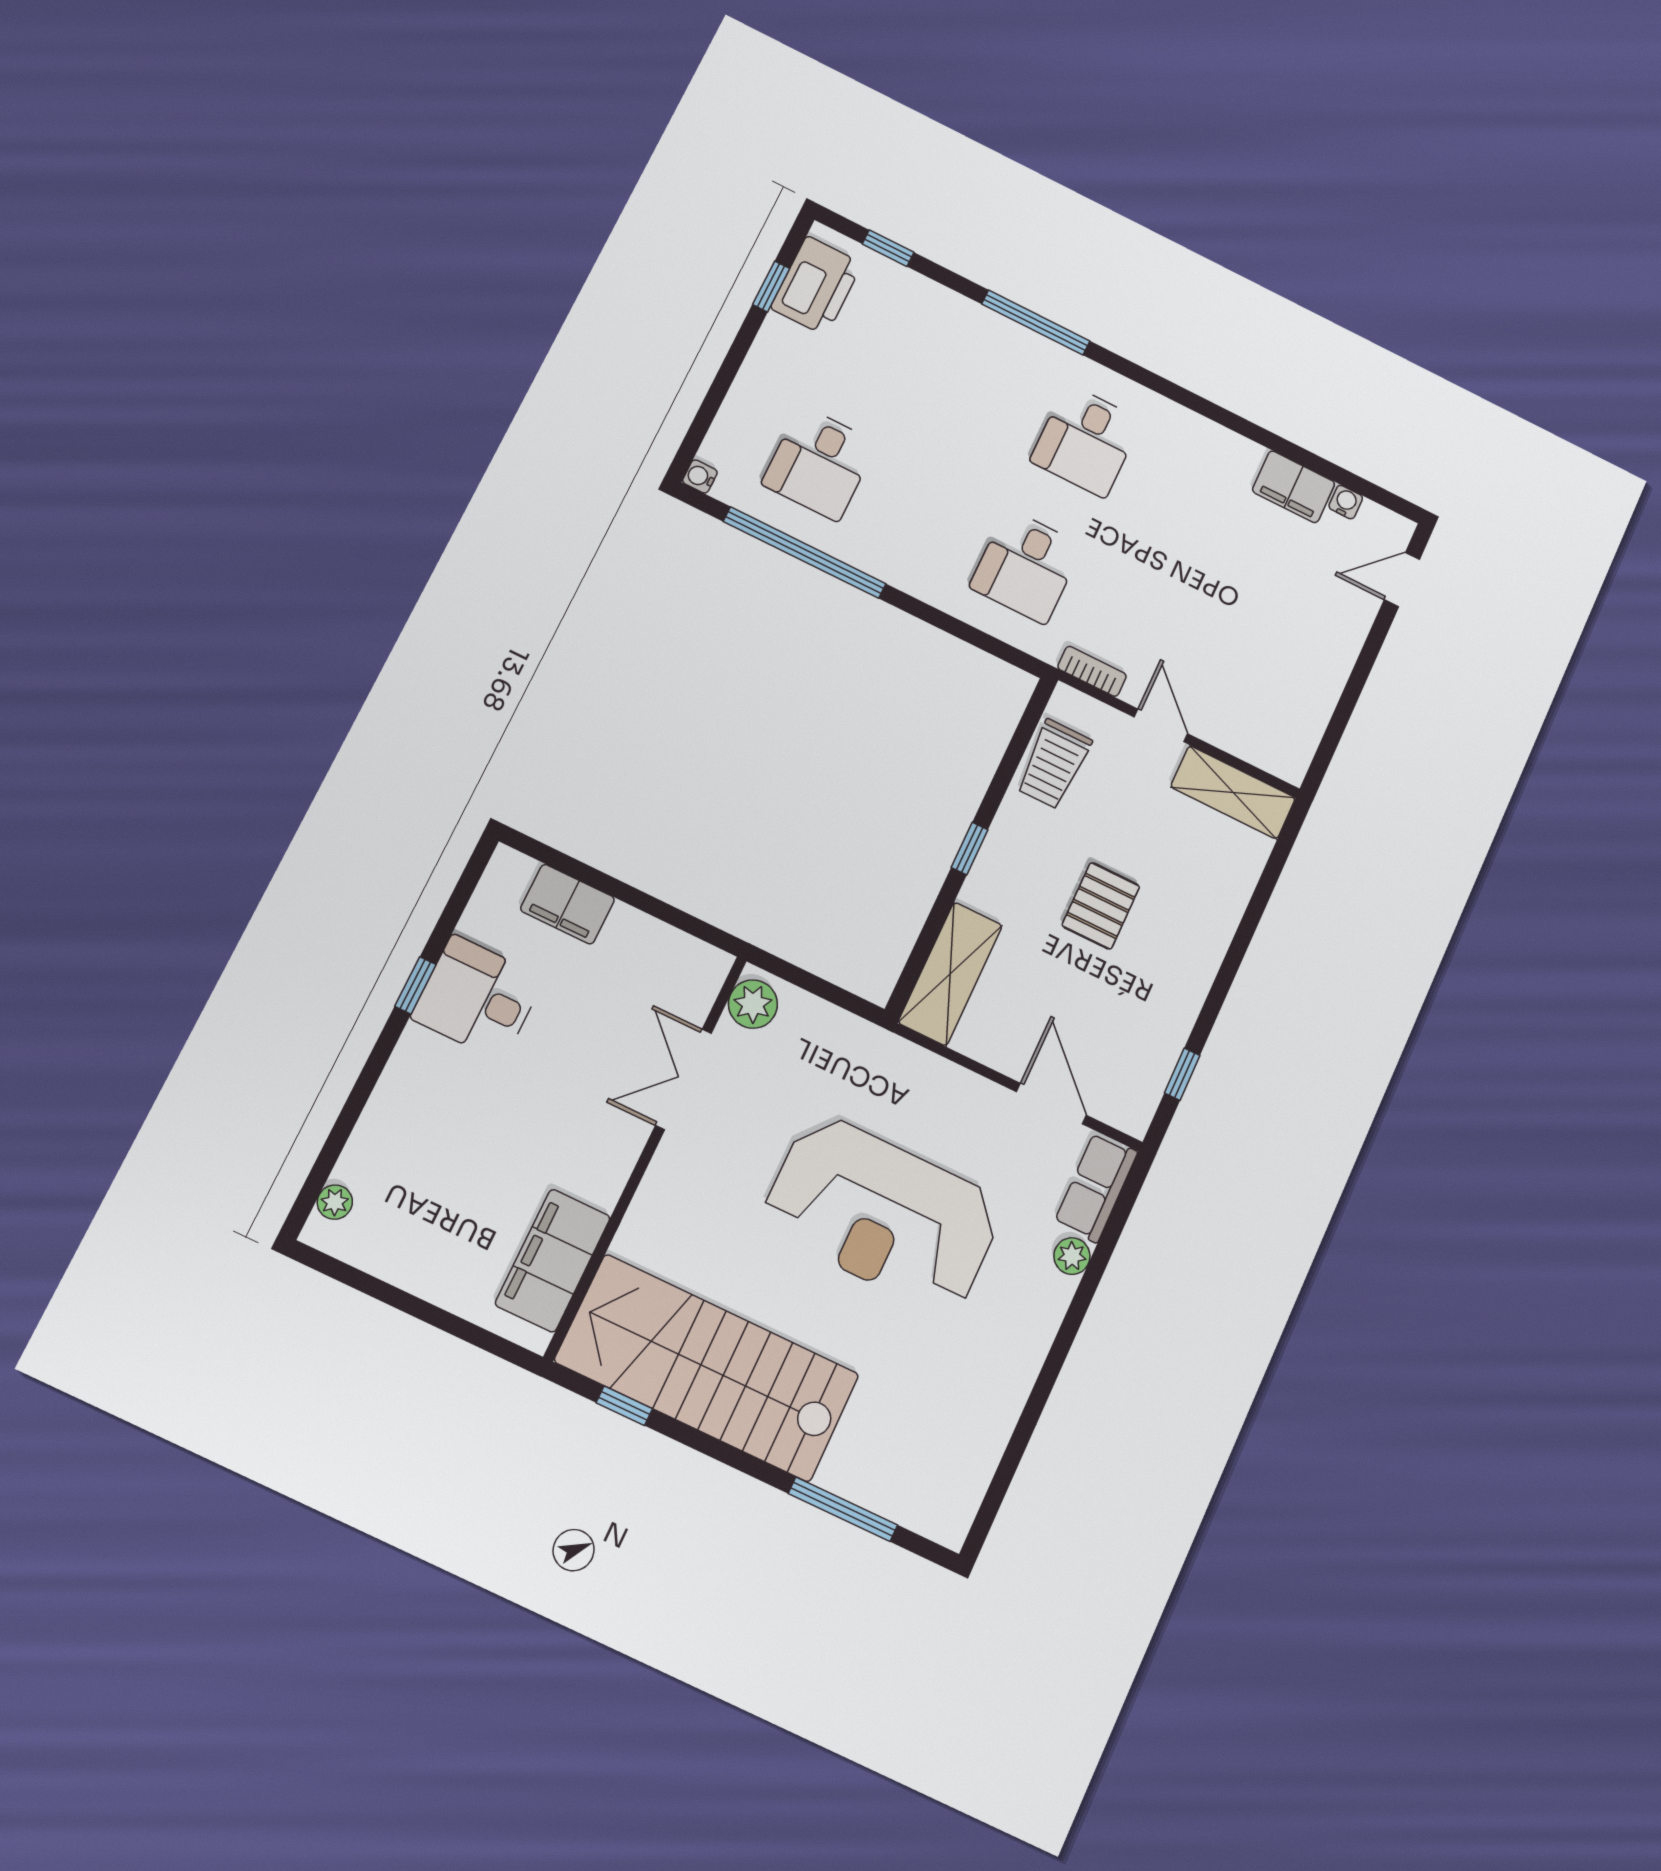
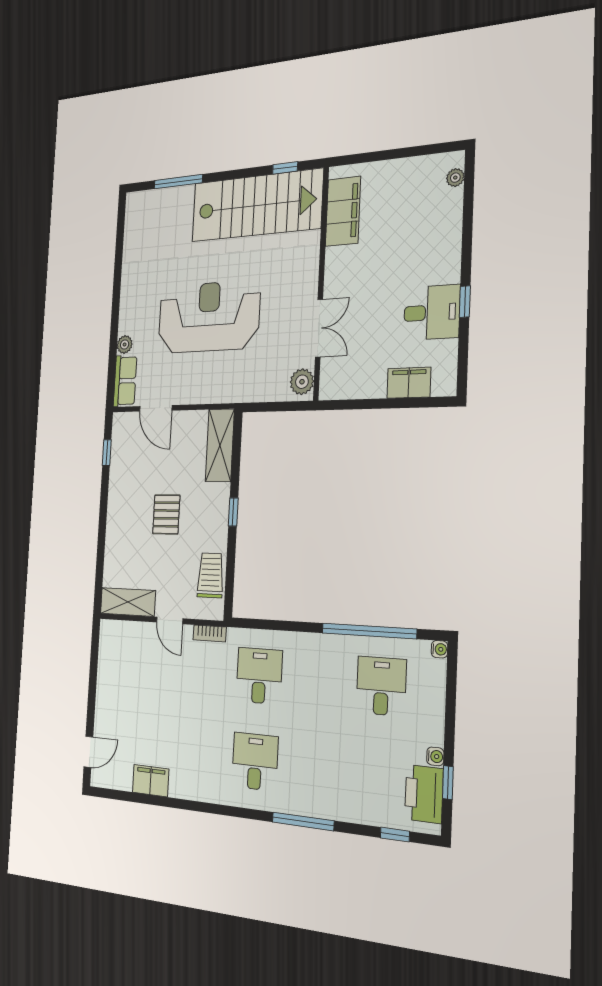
water cooler: (1346, 502) -> (435, 756), moved, turned -90

